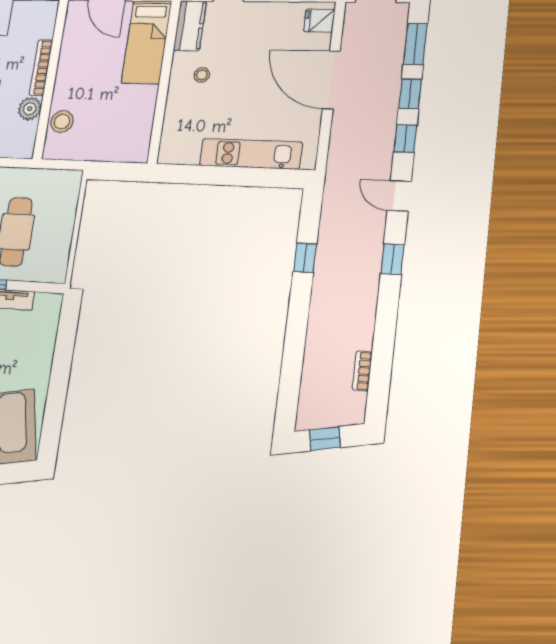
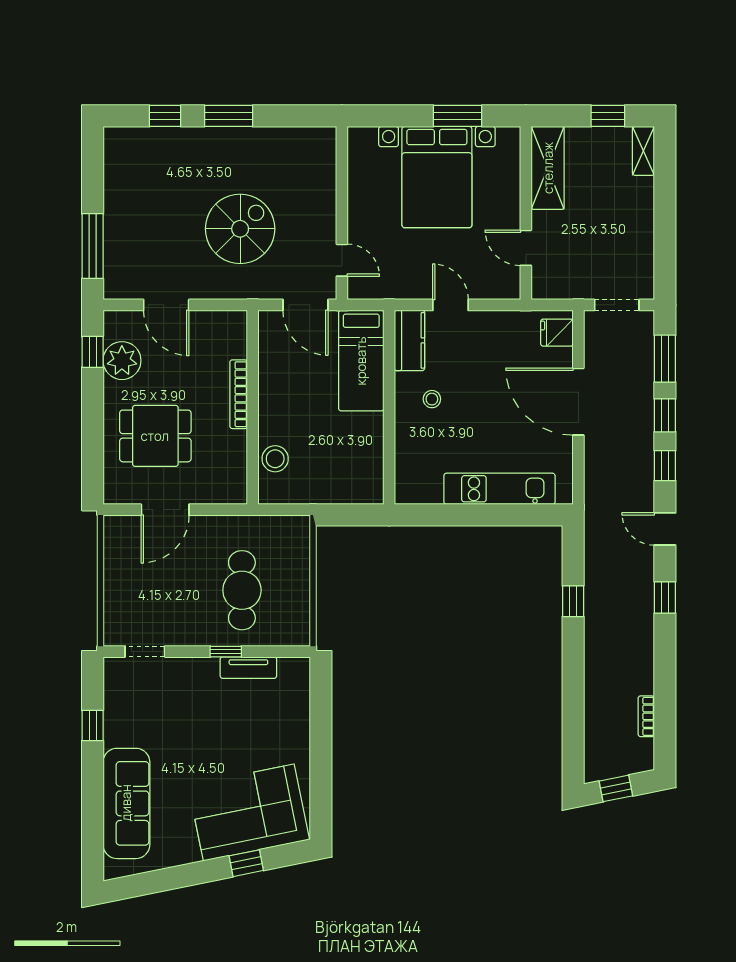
plant: (30, 109) -> (233, 445), removed

